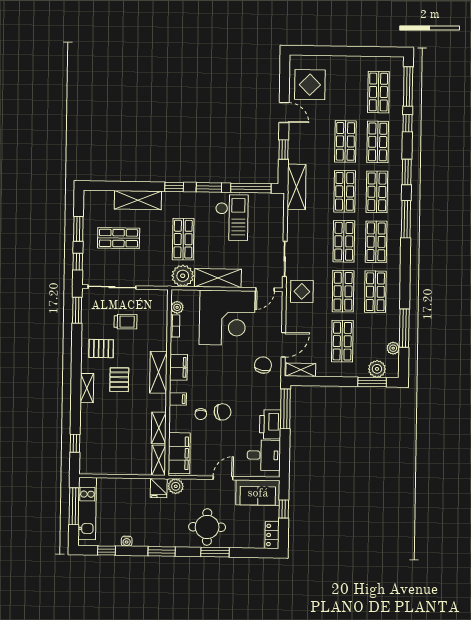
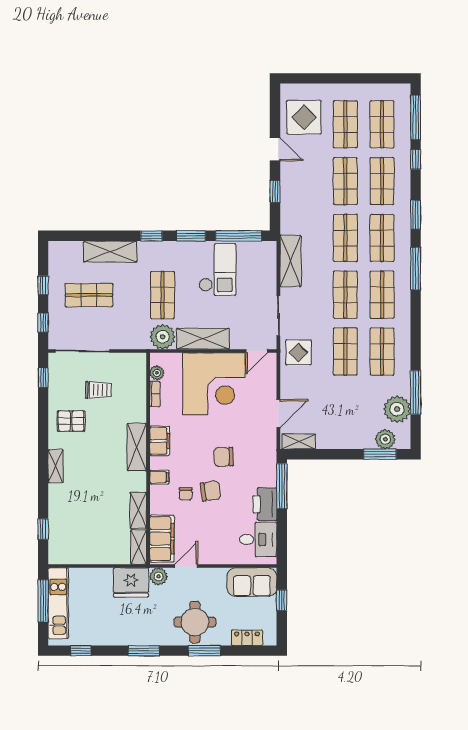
shelving: (296, 187) -> (291, 261), moved
window: (78, 229) -> (43, 285), width x0.67
window: (77, 310) -> (43, 378), width x0.67
shop shelf: (342, 341) -> (345, 124), moved
plant: (393, 348) -> (397, 409), width x1.88, depth x1.88
chair: (263, 365) -> (224, 457), moved, turned -101
pallet: (119, 380) -> (92, 456), removed
door: (223, 478) -> (186, 566), moved
fridge: (159, 488) -> (131, 582), width x1.88, depth x1.34
locker: (272, 535) -> (247, 638), moved, turned 90
water cooler: (127, 541) -> (104, 640), removed

